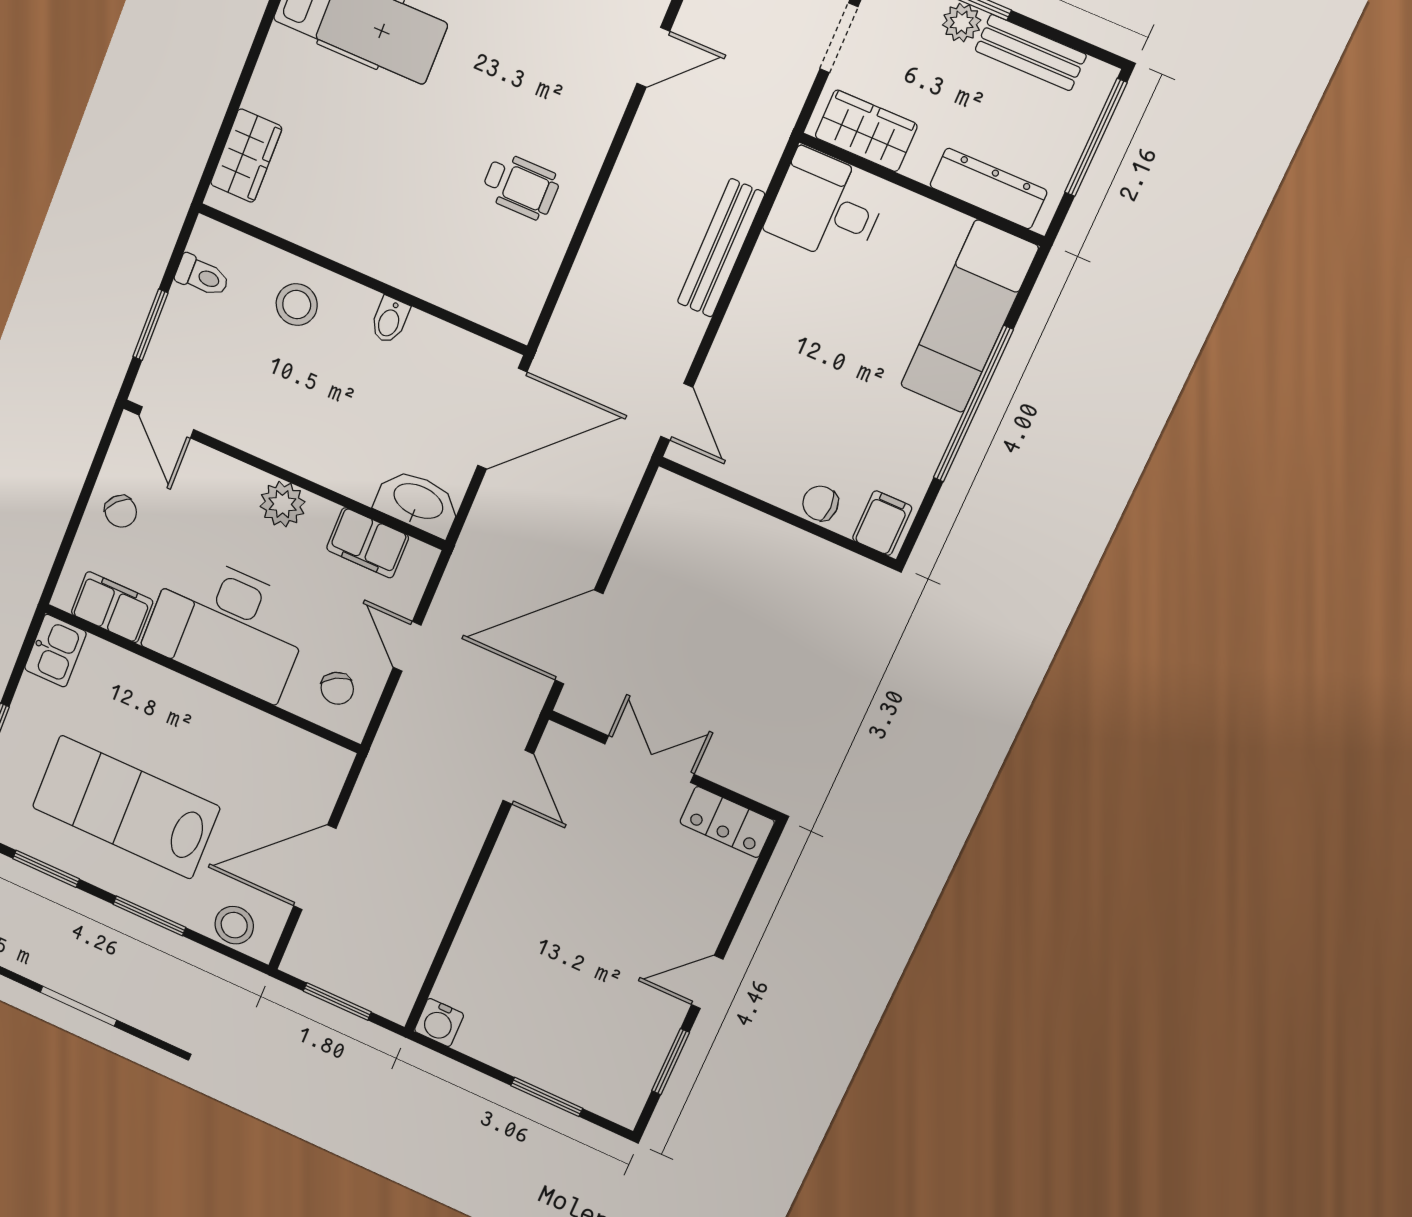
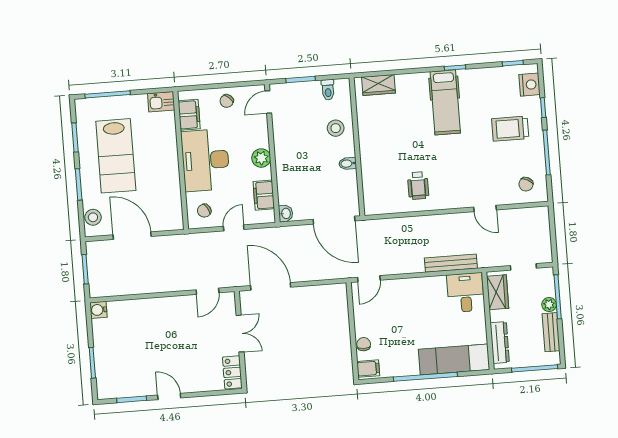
bench: (721, 248) -> (451, 263), moved
washbasin: (418, 502) -> (286, 213), width x0.52, depth x0.69
lab bench: (126, 807) -> (116, 156), turned 180

